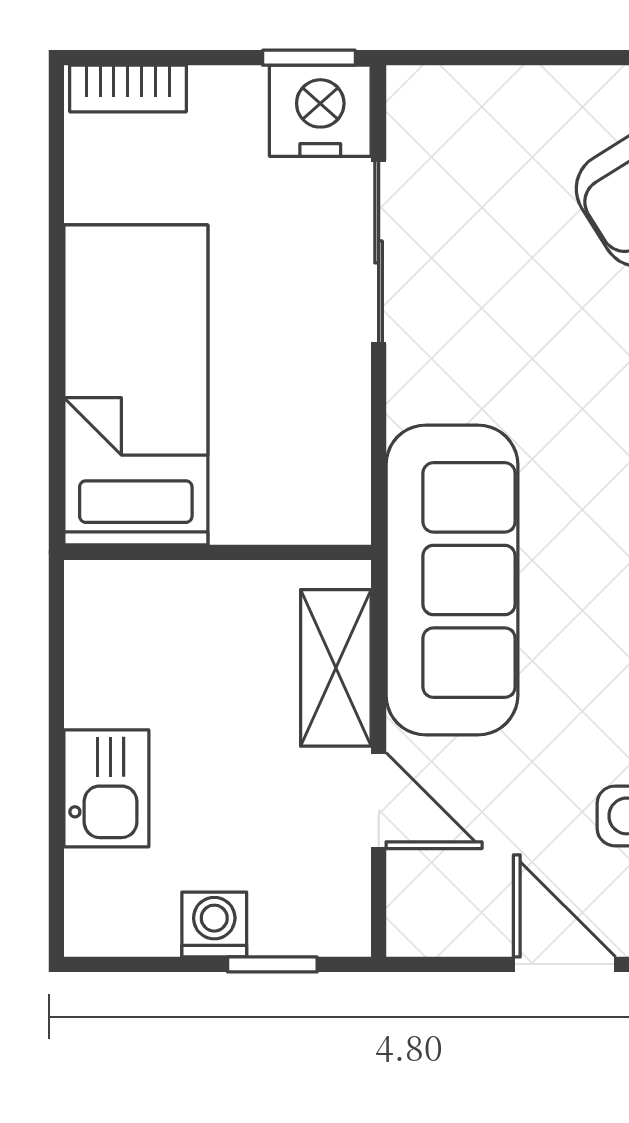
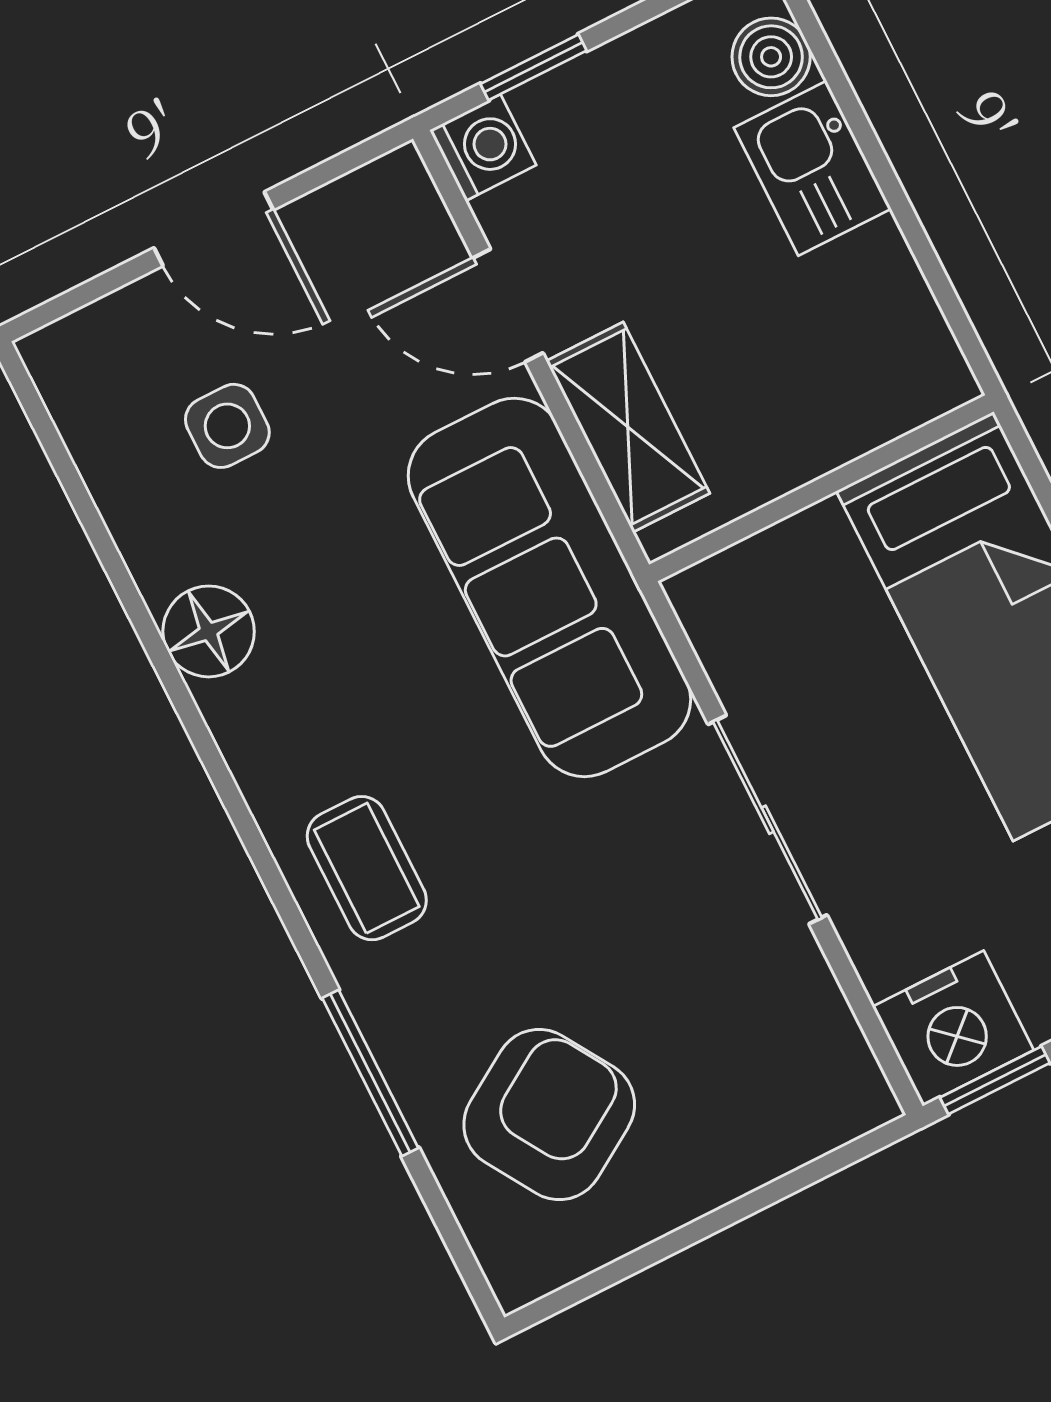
sliding door: (379, 252) -> (768, 820), moved
boiler: (96, 885) -> (771, 57), added
washing machine: (214, 925) -> (483, 148), moved, turned -90

